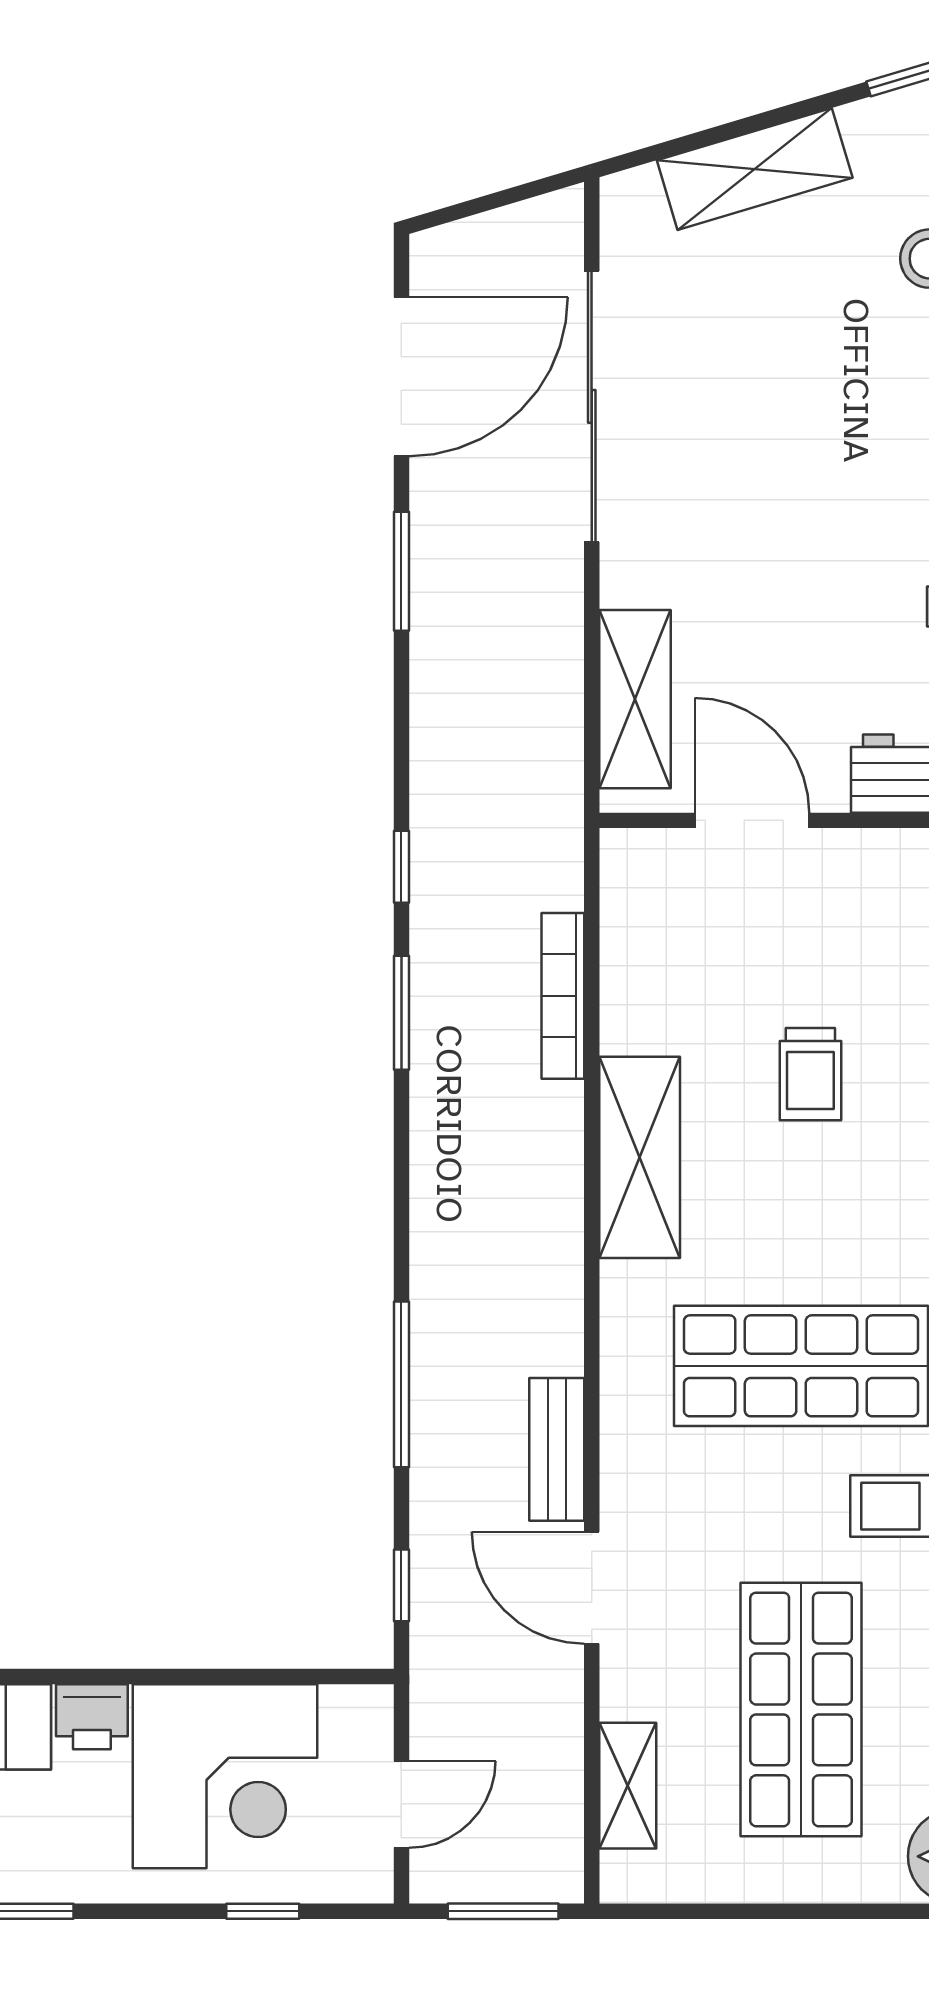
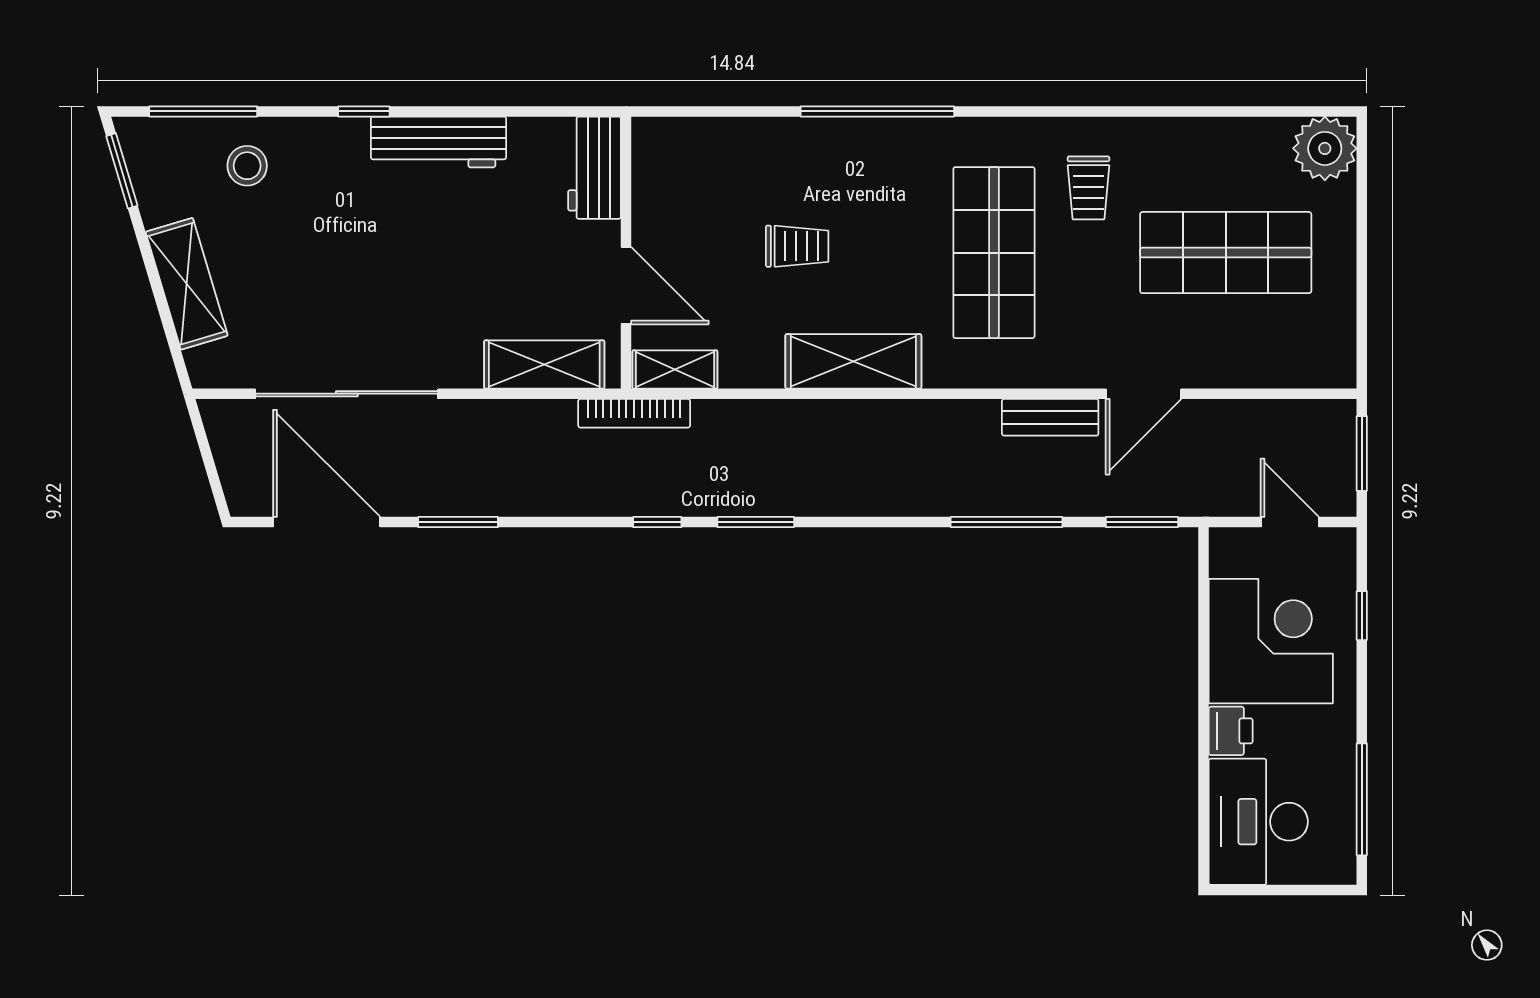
door: (752, 820) -> (626, 286), swing flipped
bookcase: (563, 996) -> (634, 413), moved
window: (401, 1585) -> (1142, 522), width x1.50
shelving: (628, 1786) -> (675, 369), moved

